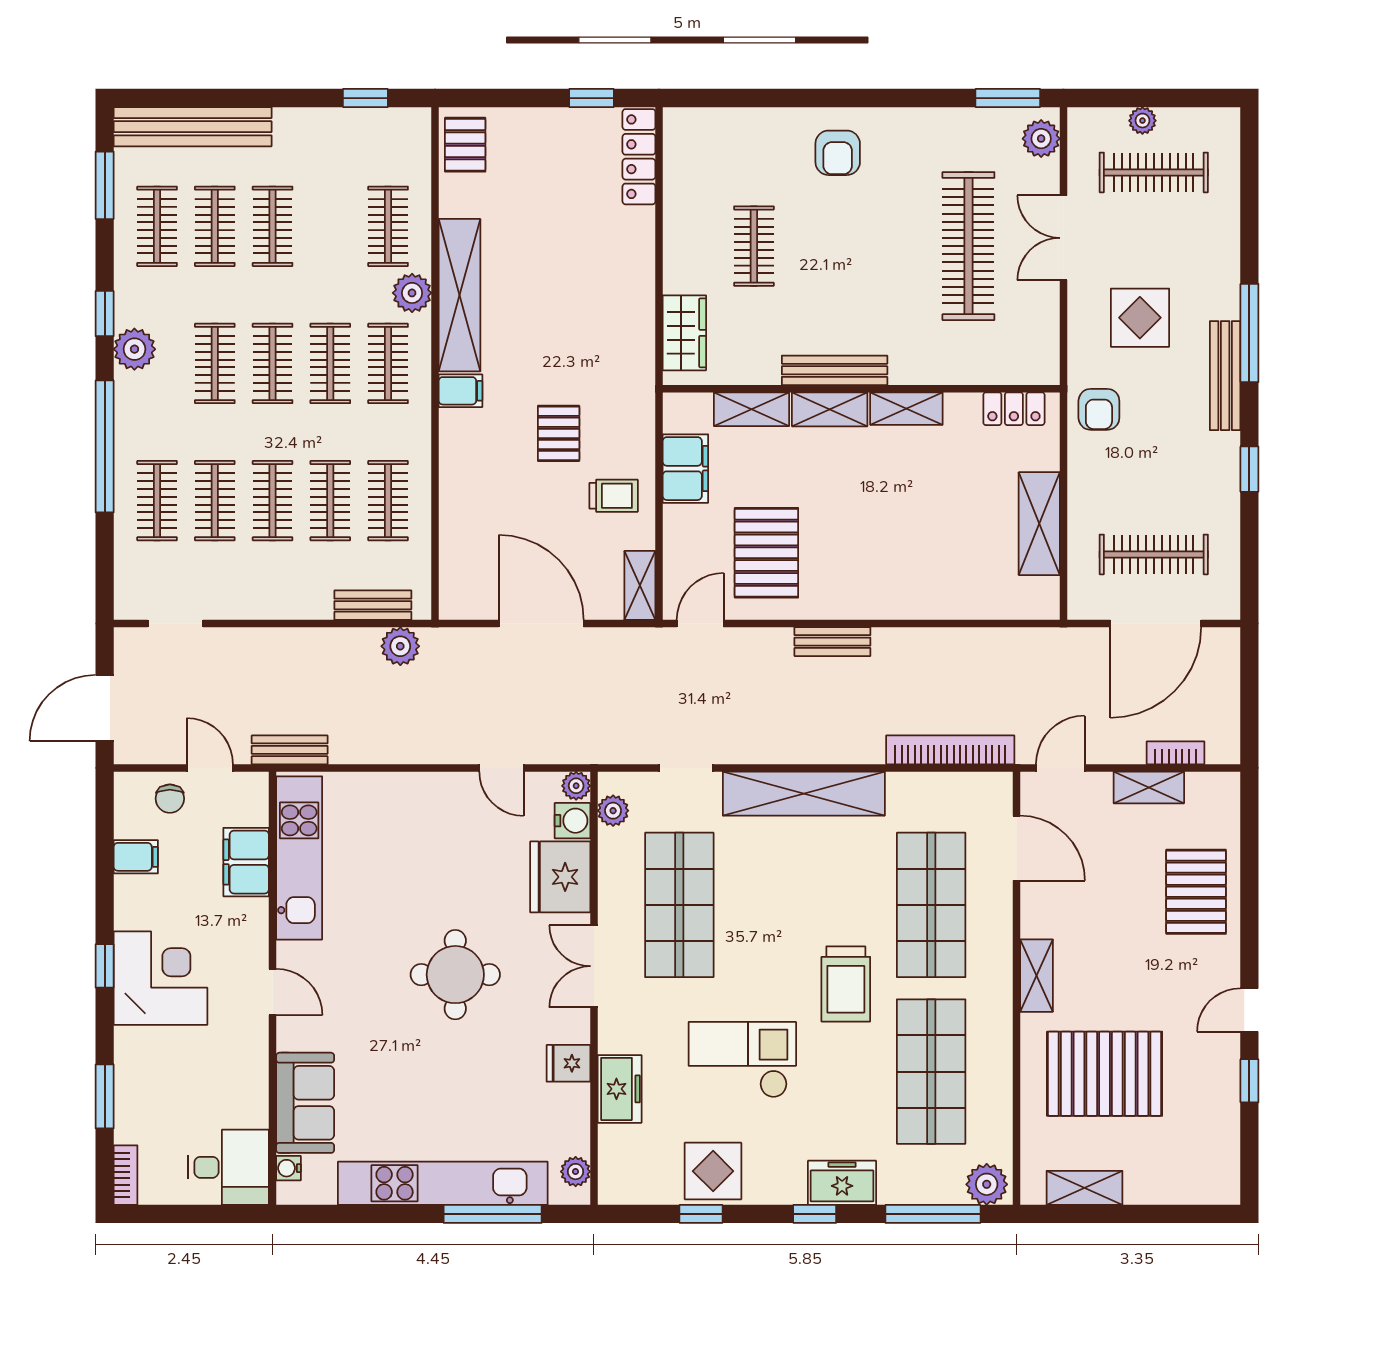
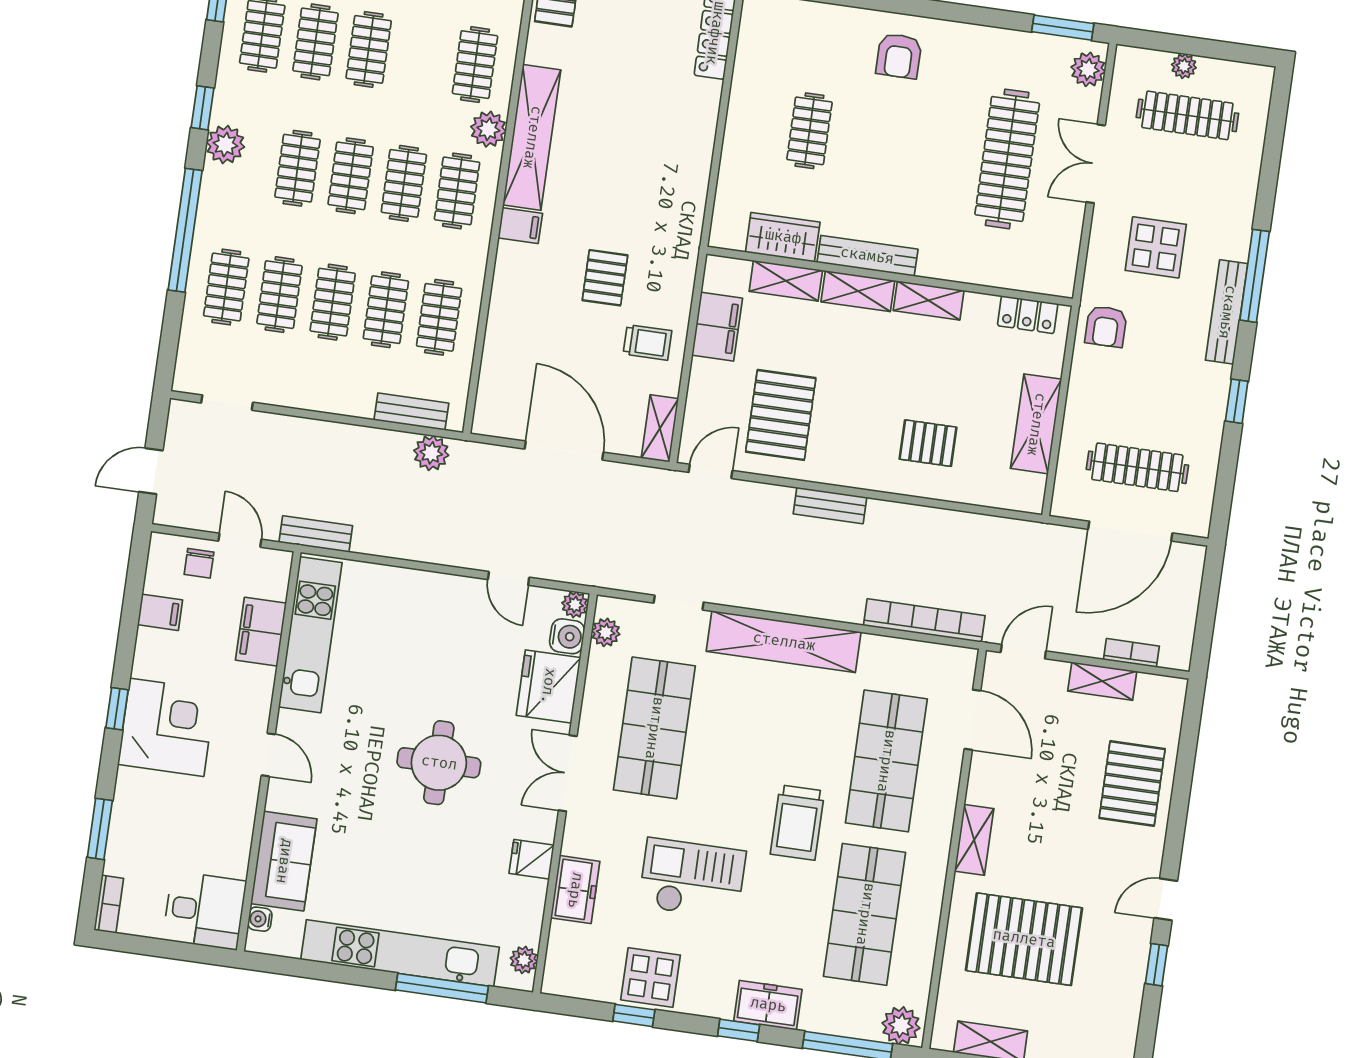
wardrobe: (684, 333) -> (783, 237), moved, turned -90
pallet: (927, 560) -> (928, 443), added
door: (105, 708) -> (151, 471), width x0.73

